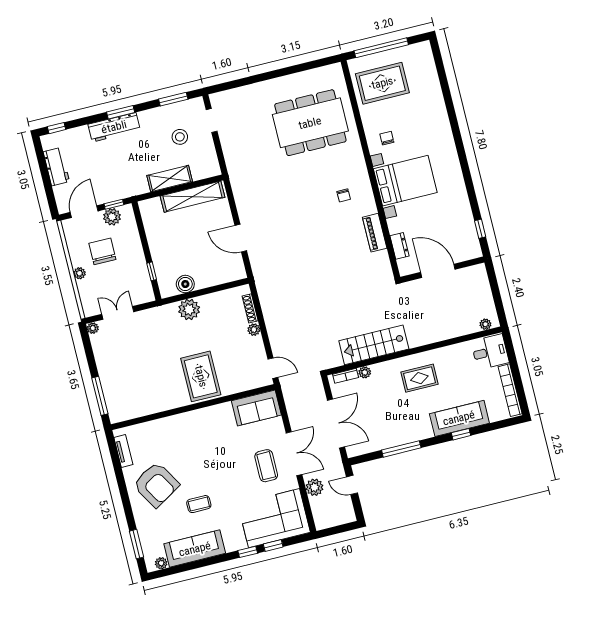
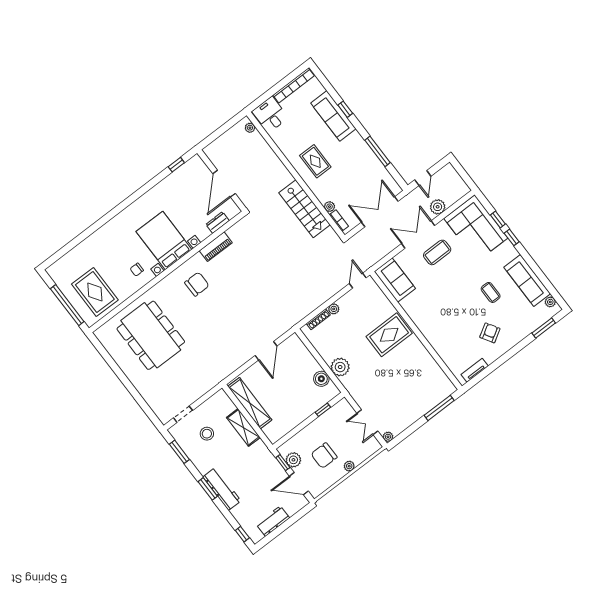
chair: (344, 195) -> (197, 284), width x1.87, depth x1.87
armchair: (156, 485) -> (490, 333), width x0.53, depth x0.53

